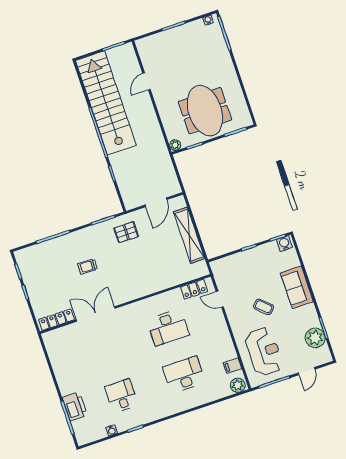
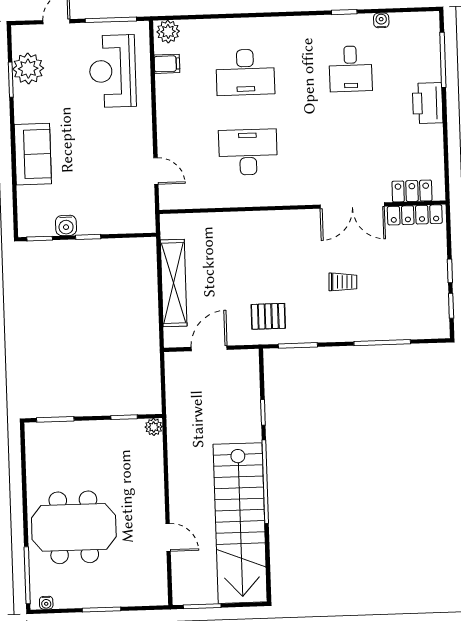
door: (146, 81) -> (168, 537), hinge flipped
meeting table: (205, 111) -> (74, 527), moved, turned 90
water cooler: (284, 244) -> (66, 225), moved
locker: (194, 289) -> (412, 191), moved
coffee table: (264, 307) -> (93, 140), removed
printer: (75, 406) -> (428, 103), moved

